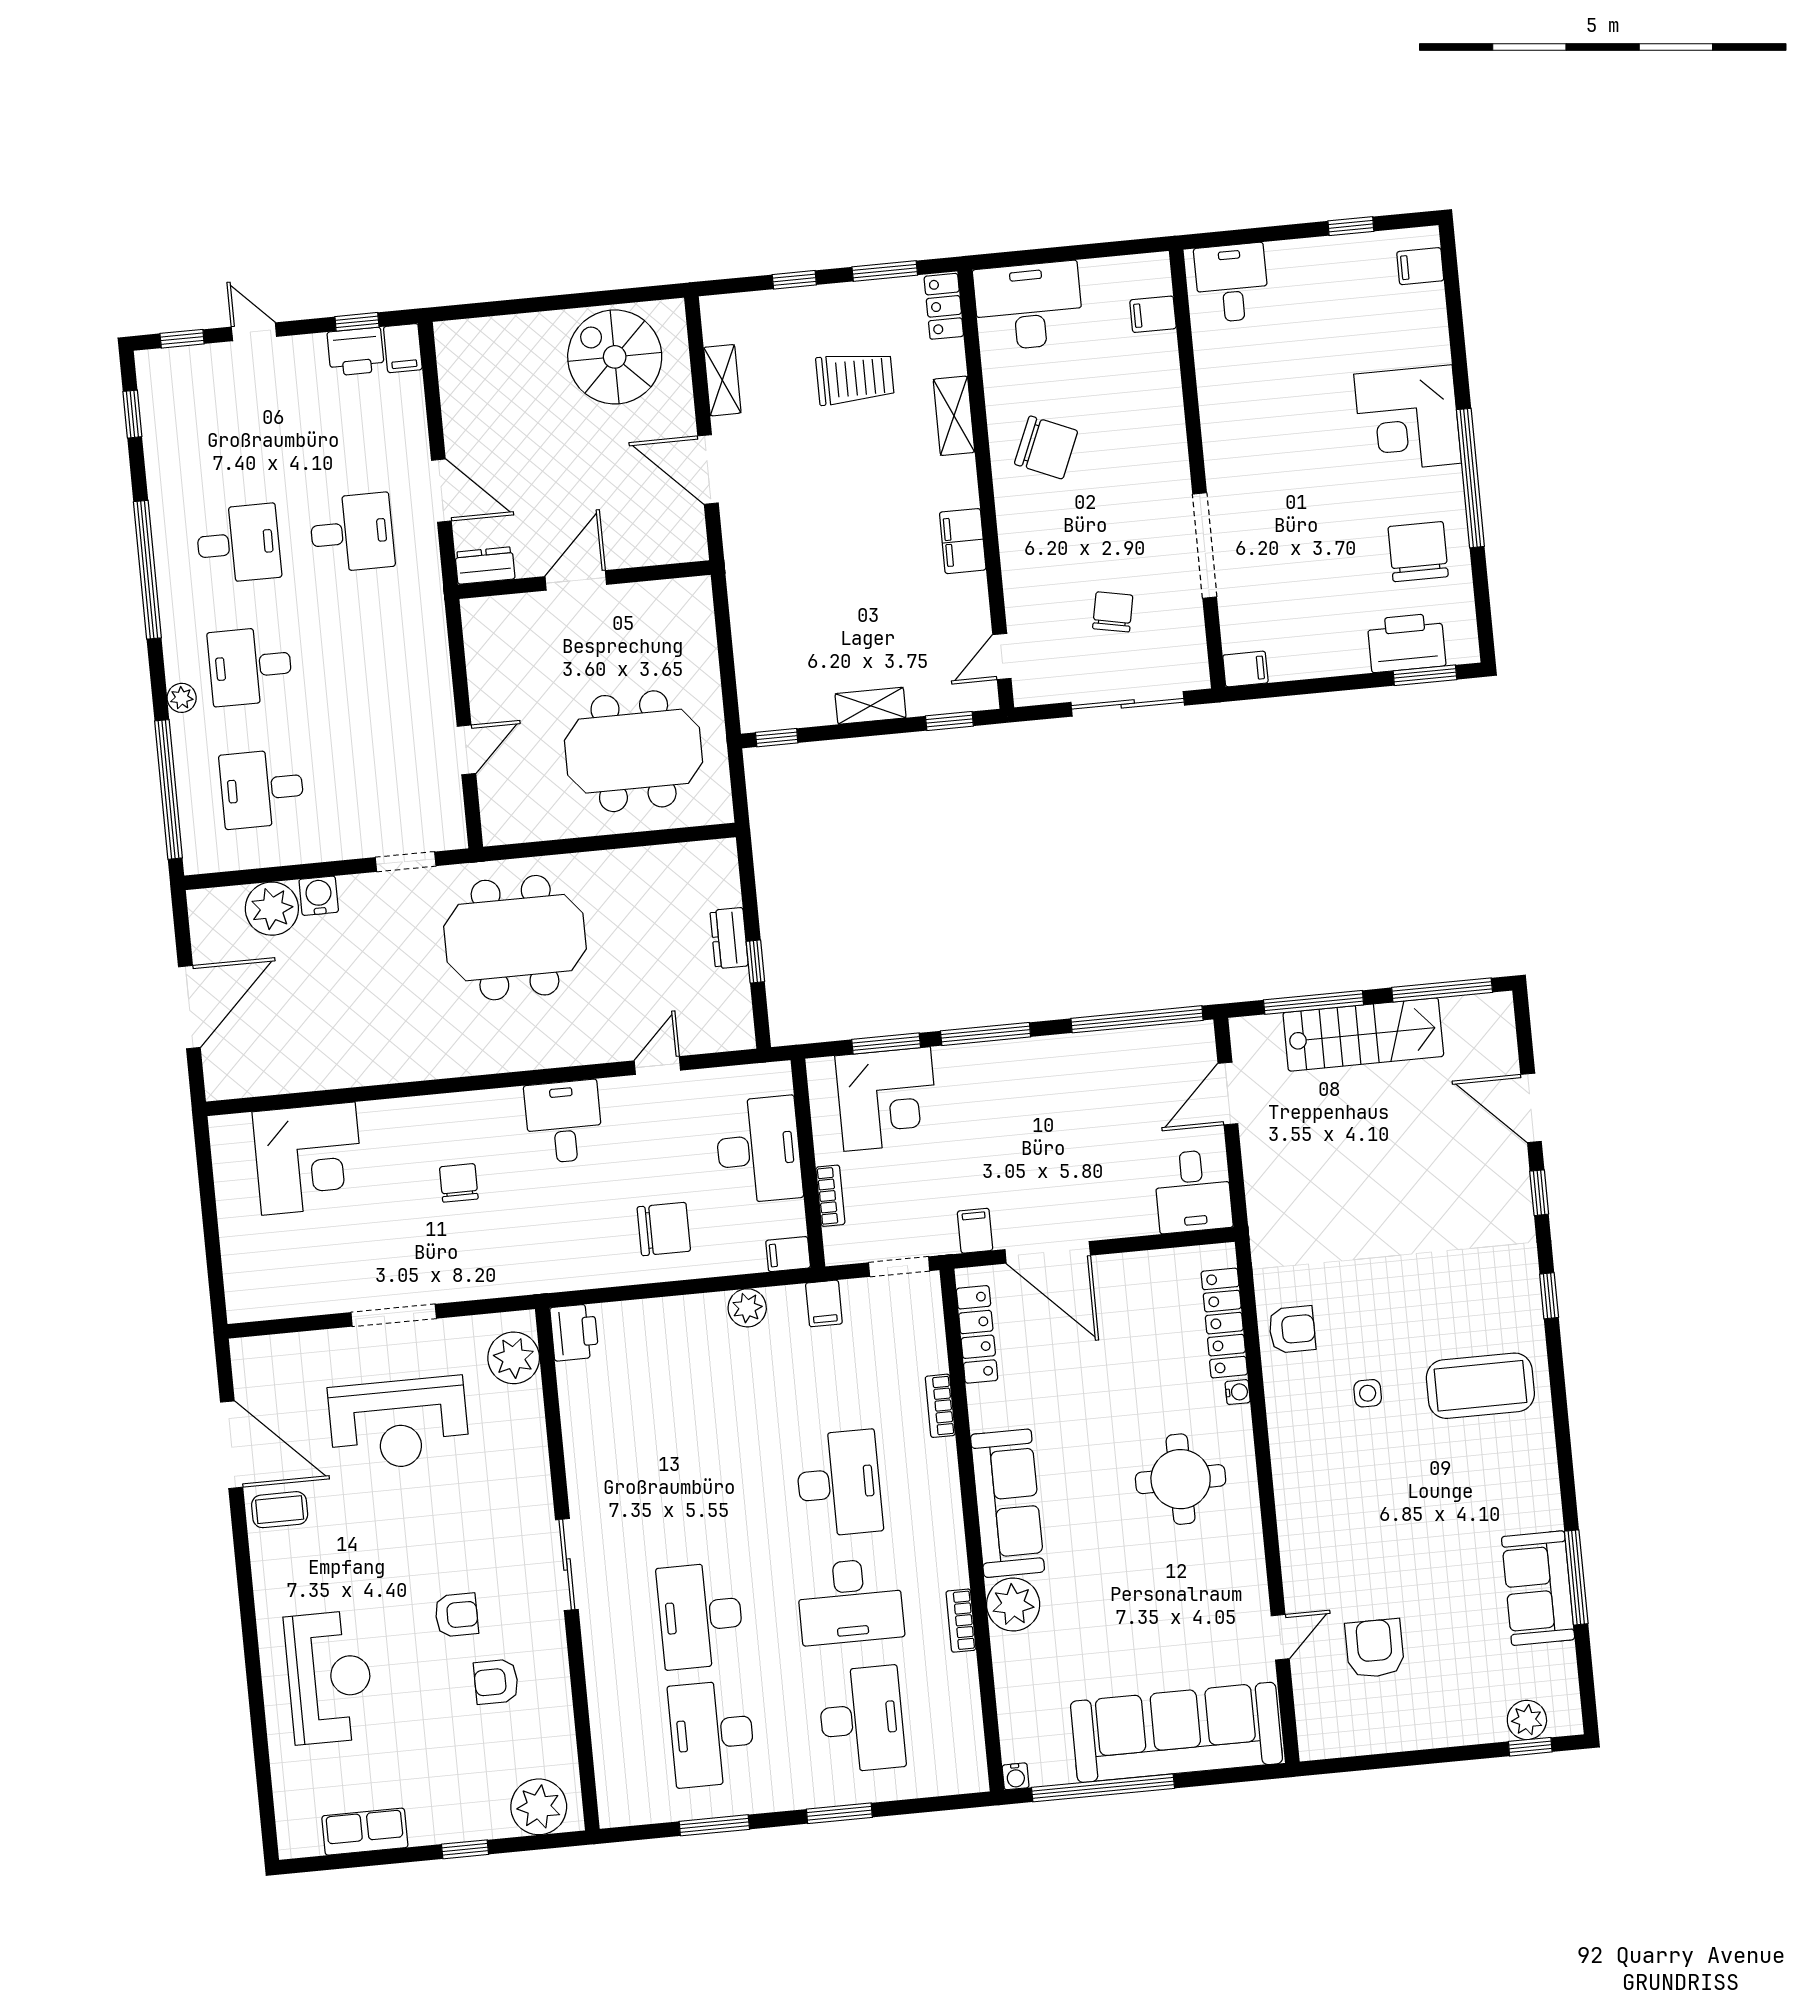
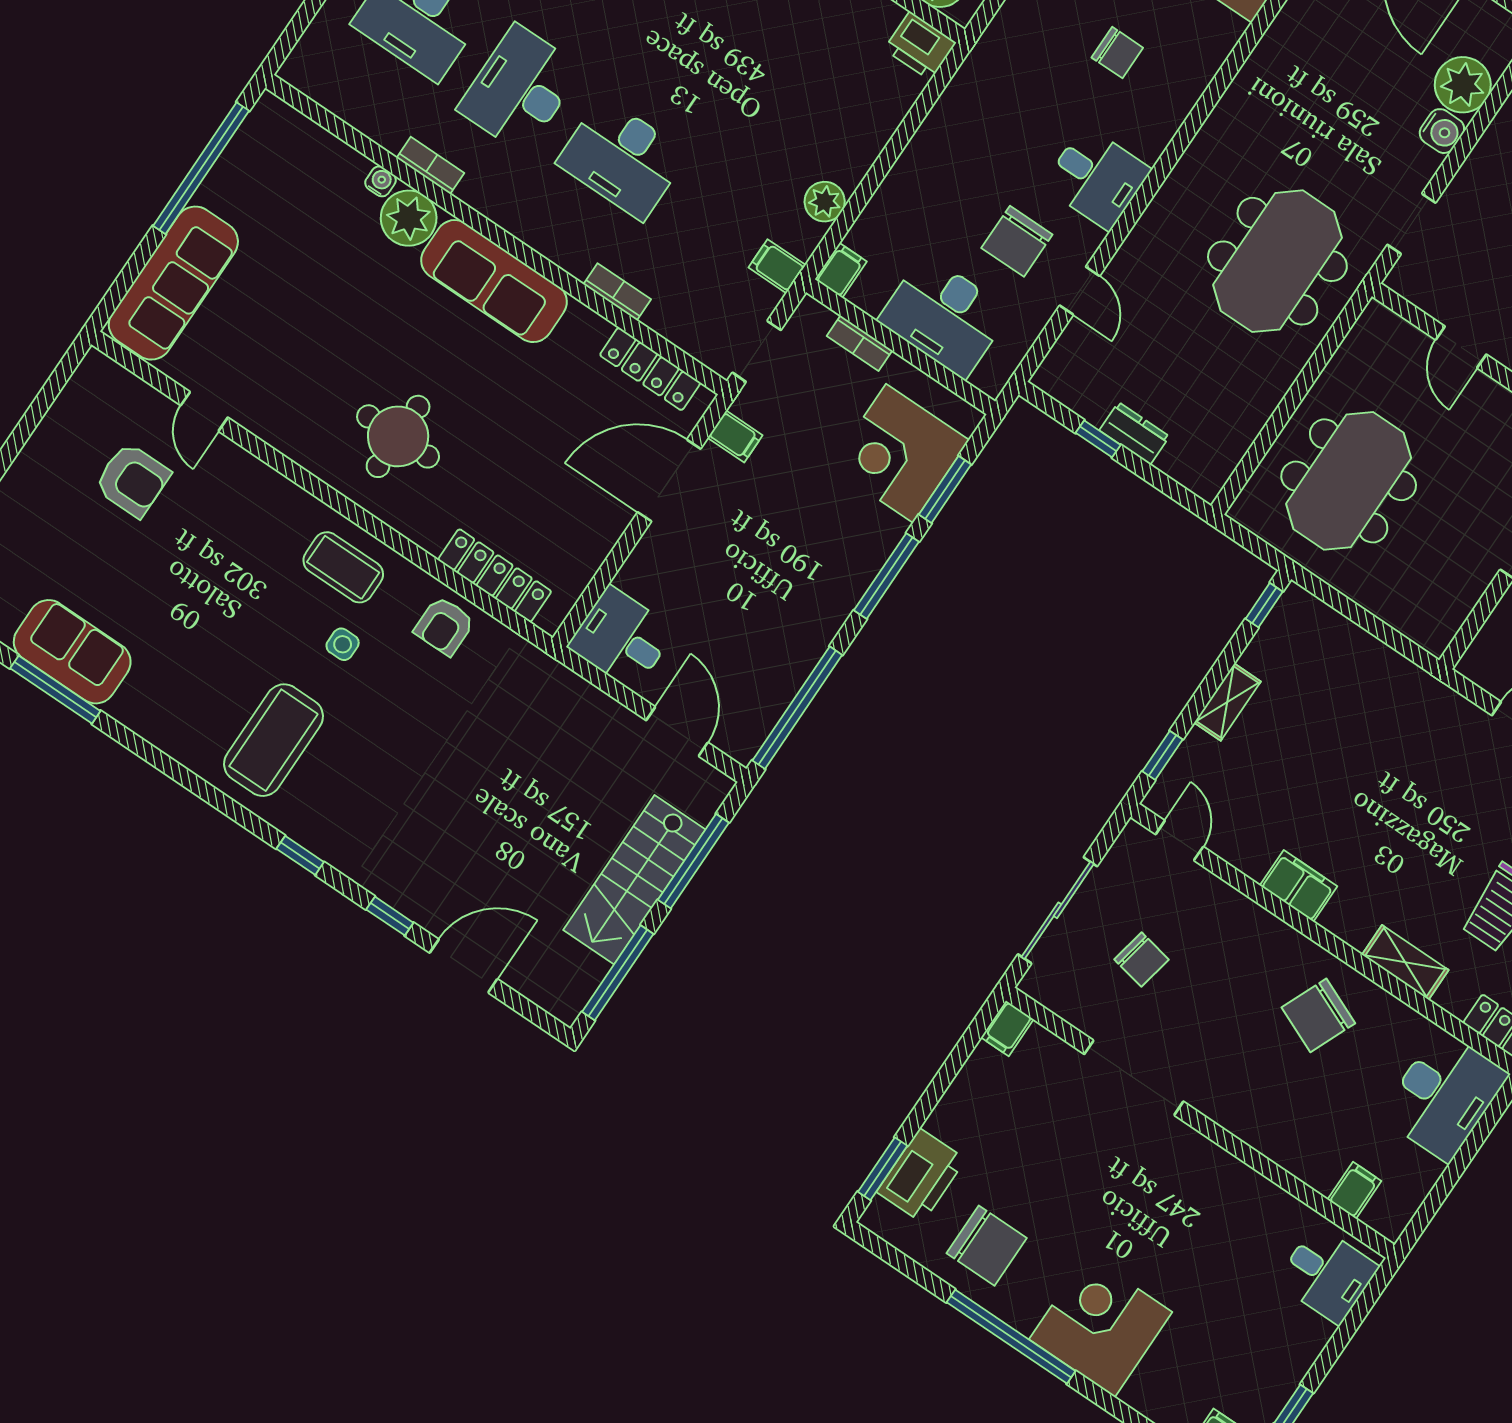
chair: (664, 1229) -> (1017, 241), moved
water cooler: (1238, 1392) -> (430, 540), removed
coffee table: (1310, 1440) -> (343, 567), added
sofa: (1177, 1732) -> (173, 283), width x0.74, depth x0.79
water cooler: (1016, 1776) -> (381, 181), moved, turned 90

